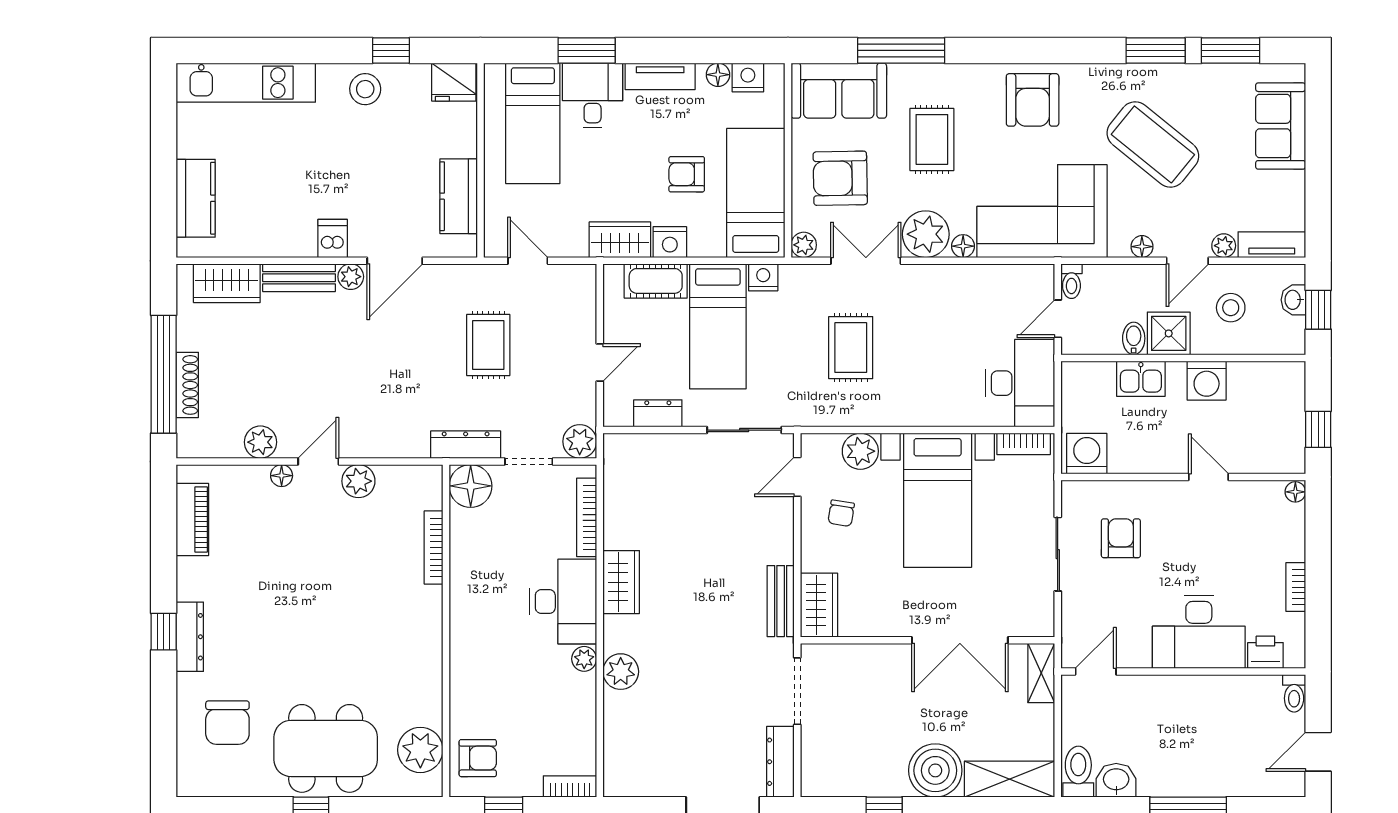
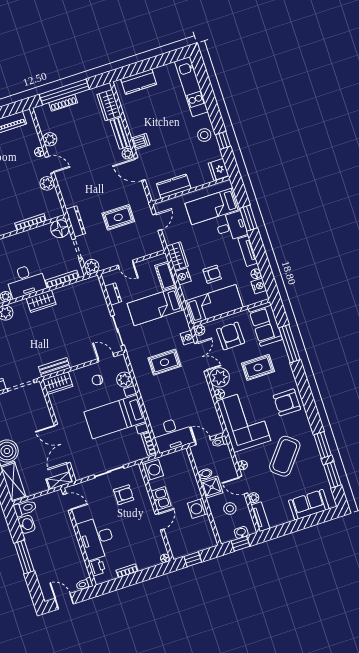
armchair: (687, 174) -> (212, 274), turned 90
nightstand: (763, 277) -> (187, 338), moved
kitchen sink: (1141, 379) -> (161, 498), moved, turned 180

